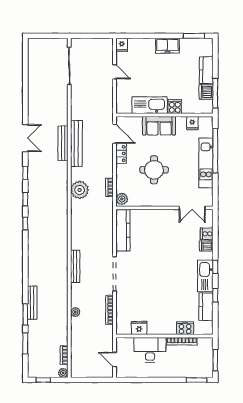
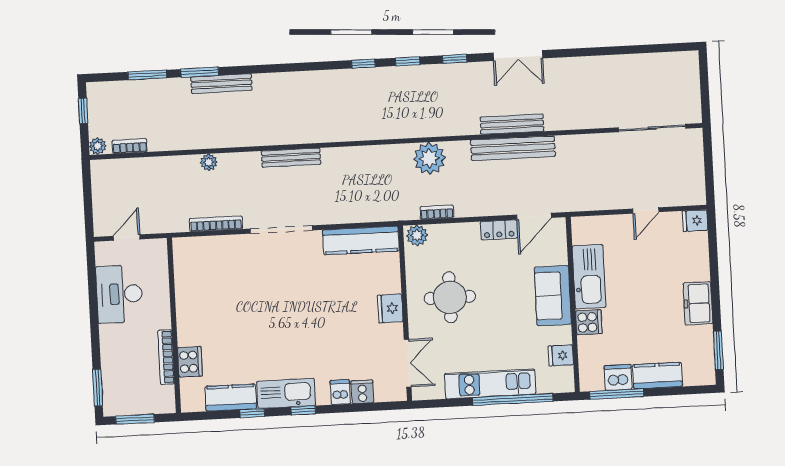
round table: (154, 170) -> (450, 297), moved
double door: (192, 208) -> (408, 363), swing flipped
fridge: (139, 328) -> (390, 309), moved, turned 180
desk: (150, 350) -> (119, 294), moved, turned 180

